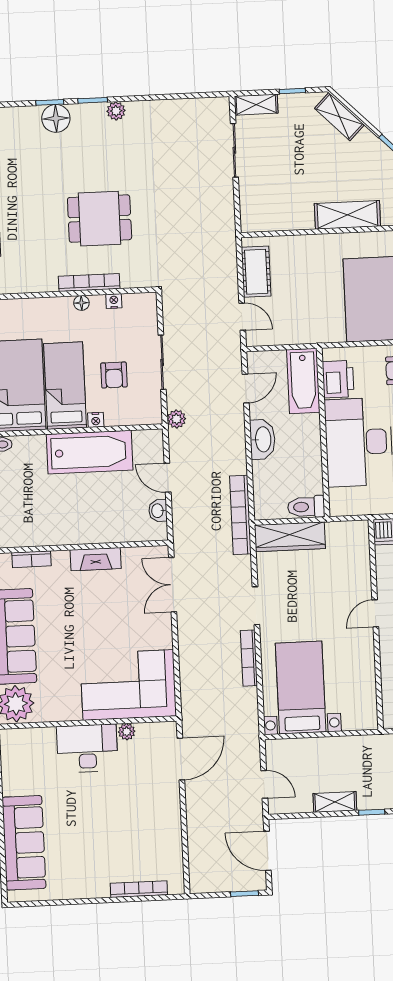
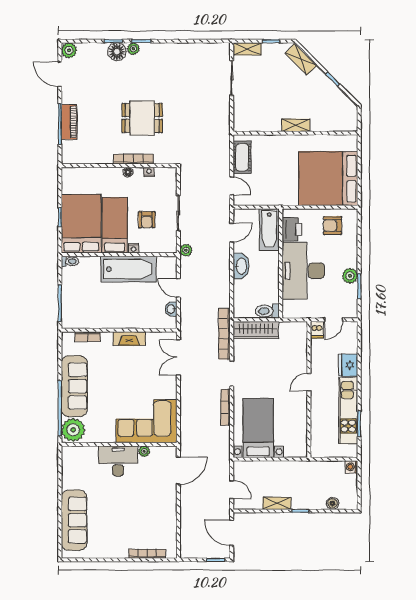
plant: (116, 111) -> (133, 49), moved
shelving: (347, 215) -> (296, 125), width x0.67, depth x0.75
bookcase: (240, 515) -> (224, 334), moved

